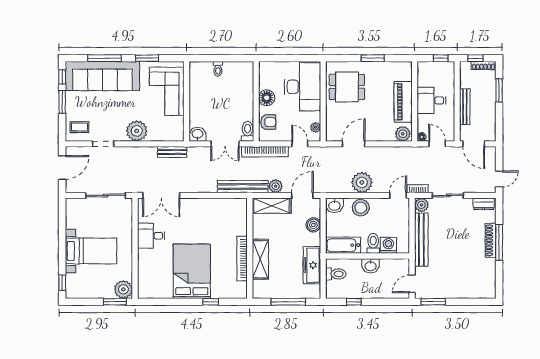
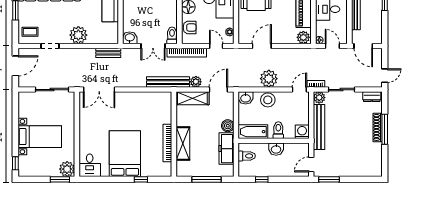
boiler: (313, 225) -> (228, 126), moved
desk: (151, 236) -> (90, 165), moved, turned -90
washing machine: (388, 245) -> (302, 132), moved

